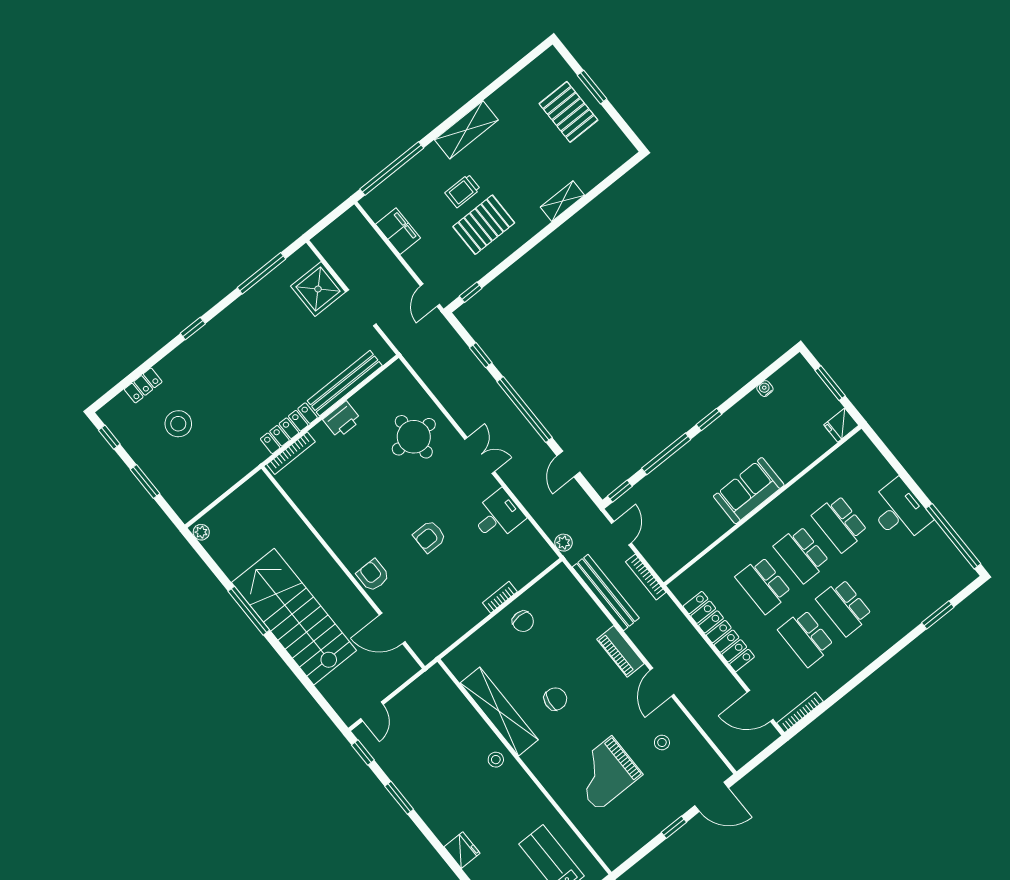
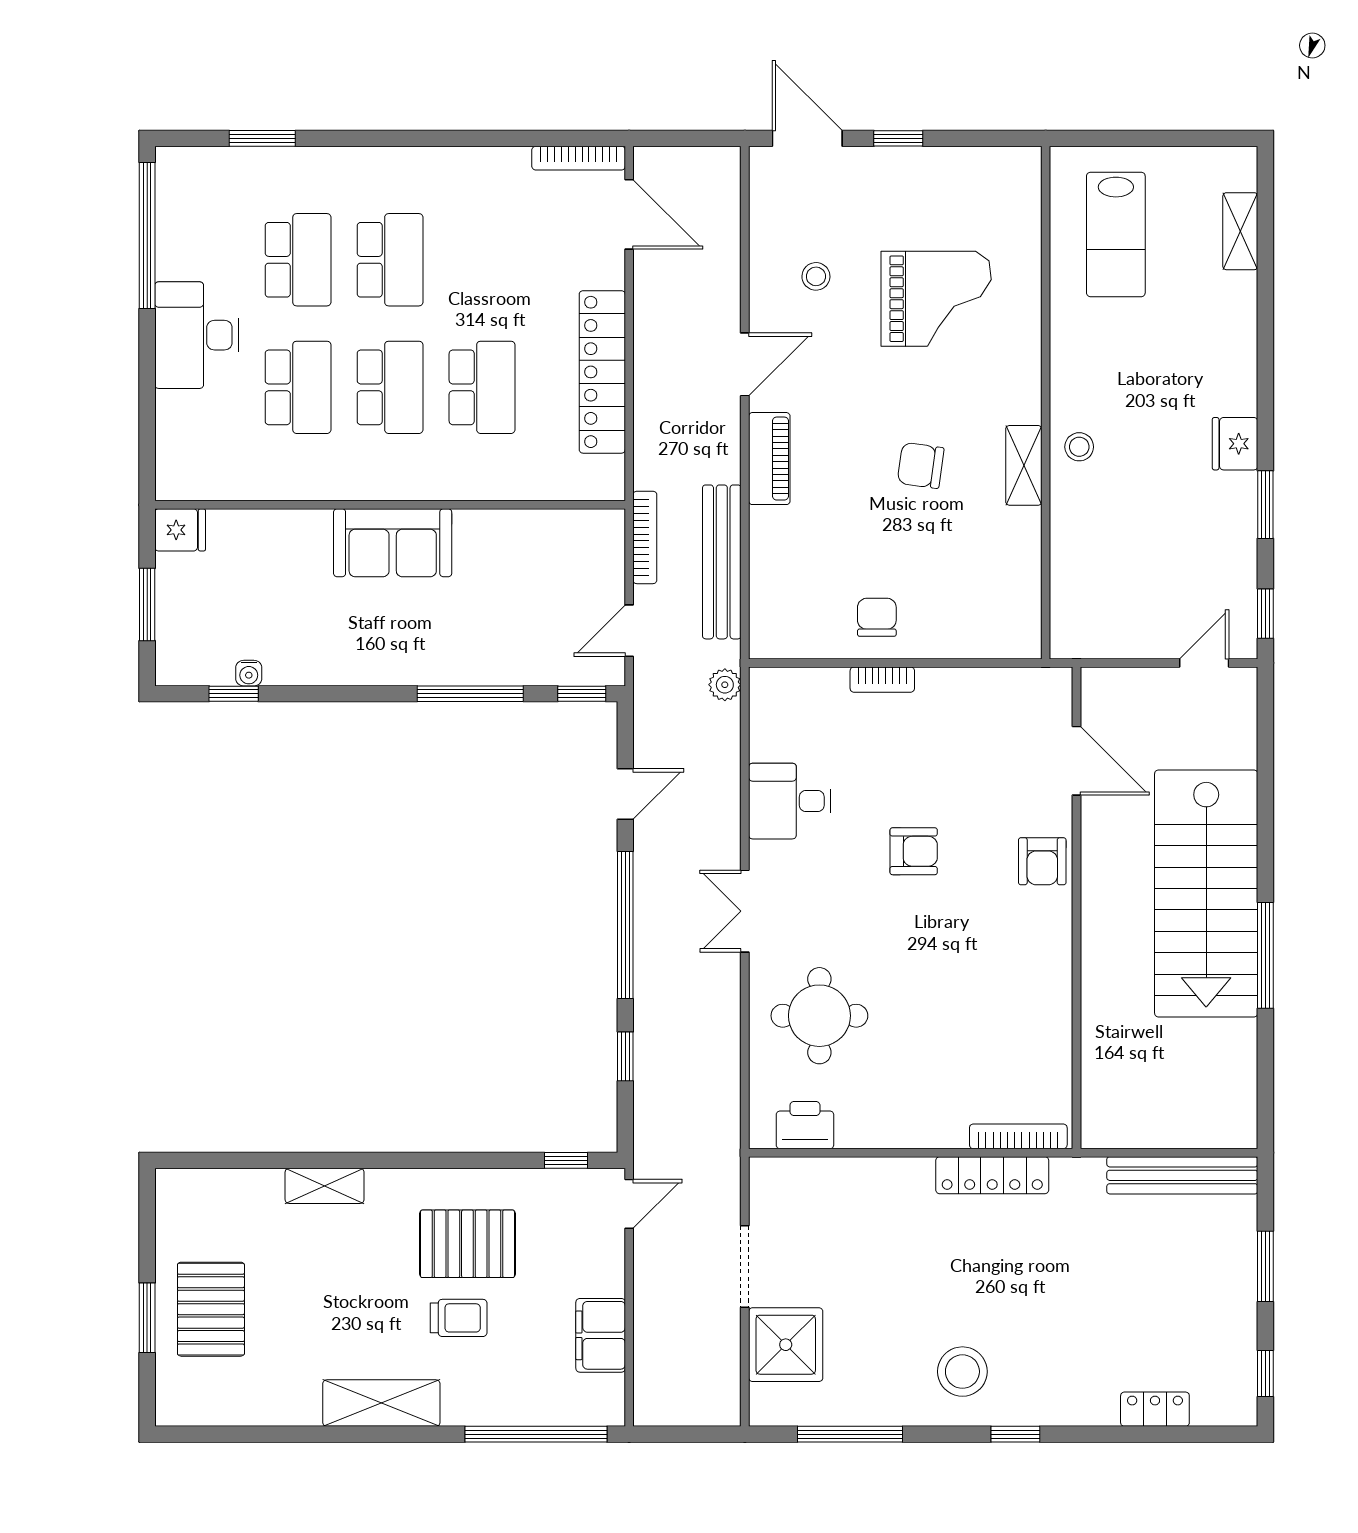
bench: (345, 383) -> (1182, 1175), moved
window: (709, 419) -> (234, 694), moved
printer: (342, 420) -> (805, 1125), moved
stool: (178, 424) -> (962, 1372), moved
plant: (201, 532) -> (1243, 1126), removed
school desk: (806, 638) -> (298, 260), moved
shelving: (499, 711) -> (1024, 465), width x0.45, depth x0.75
fridge: (462, 850) -> (1235, 444), moved

